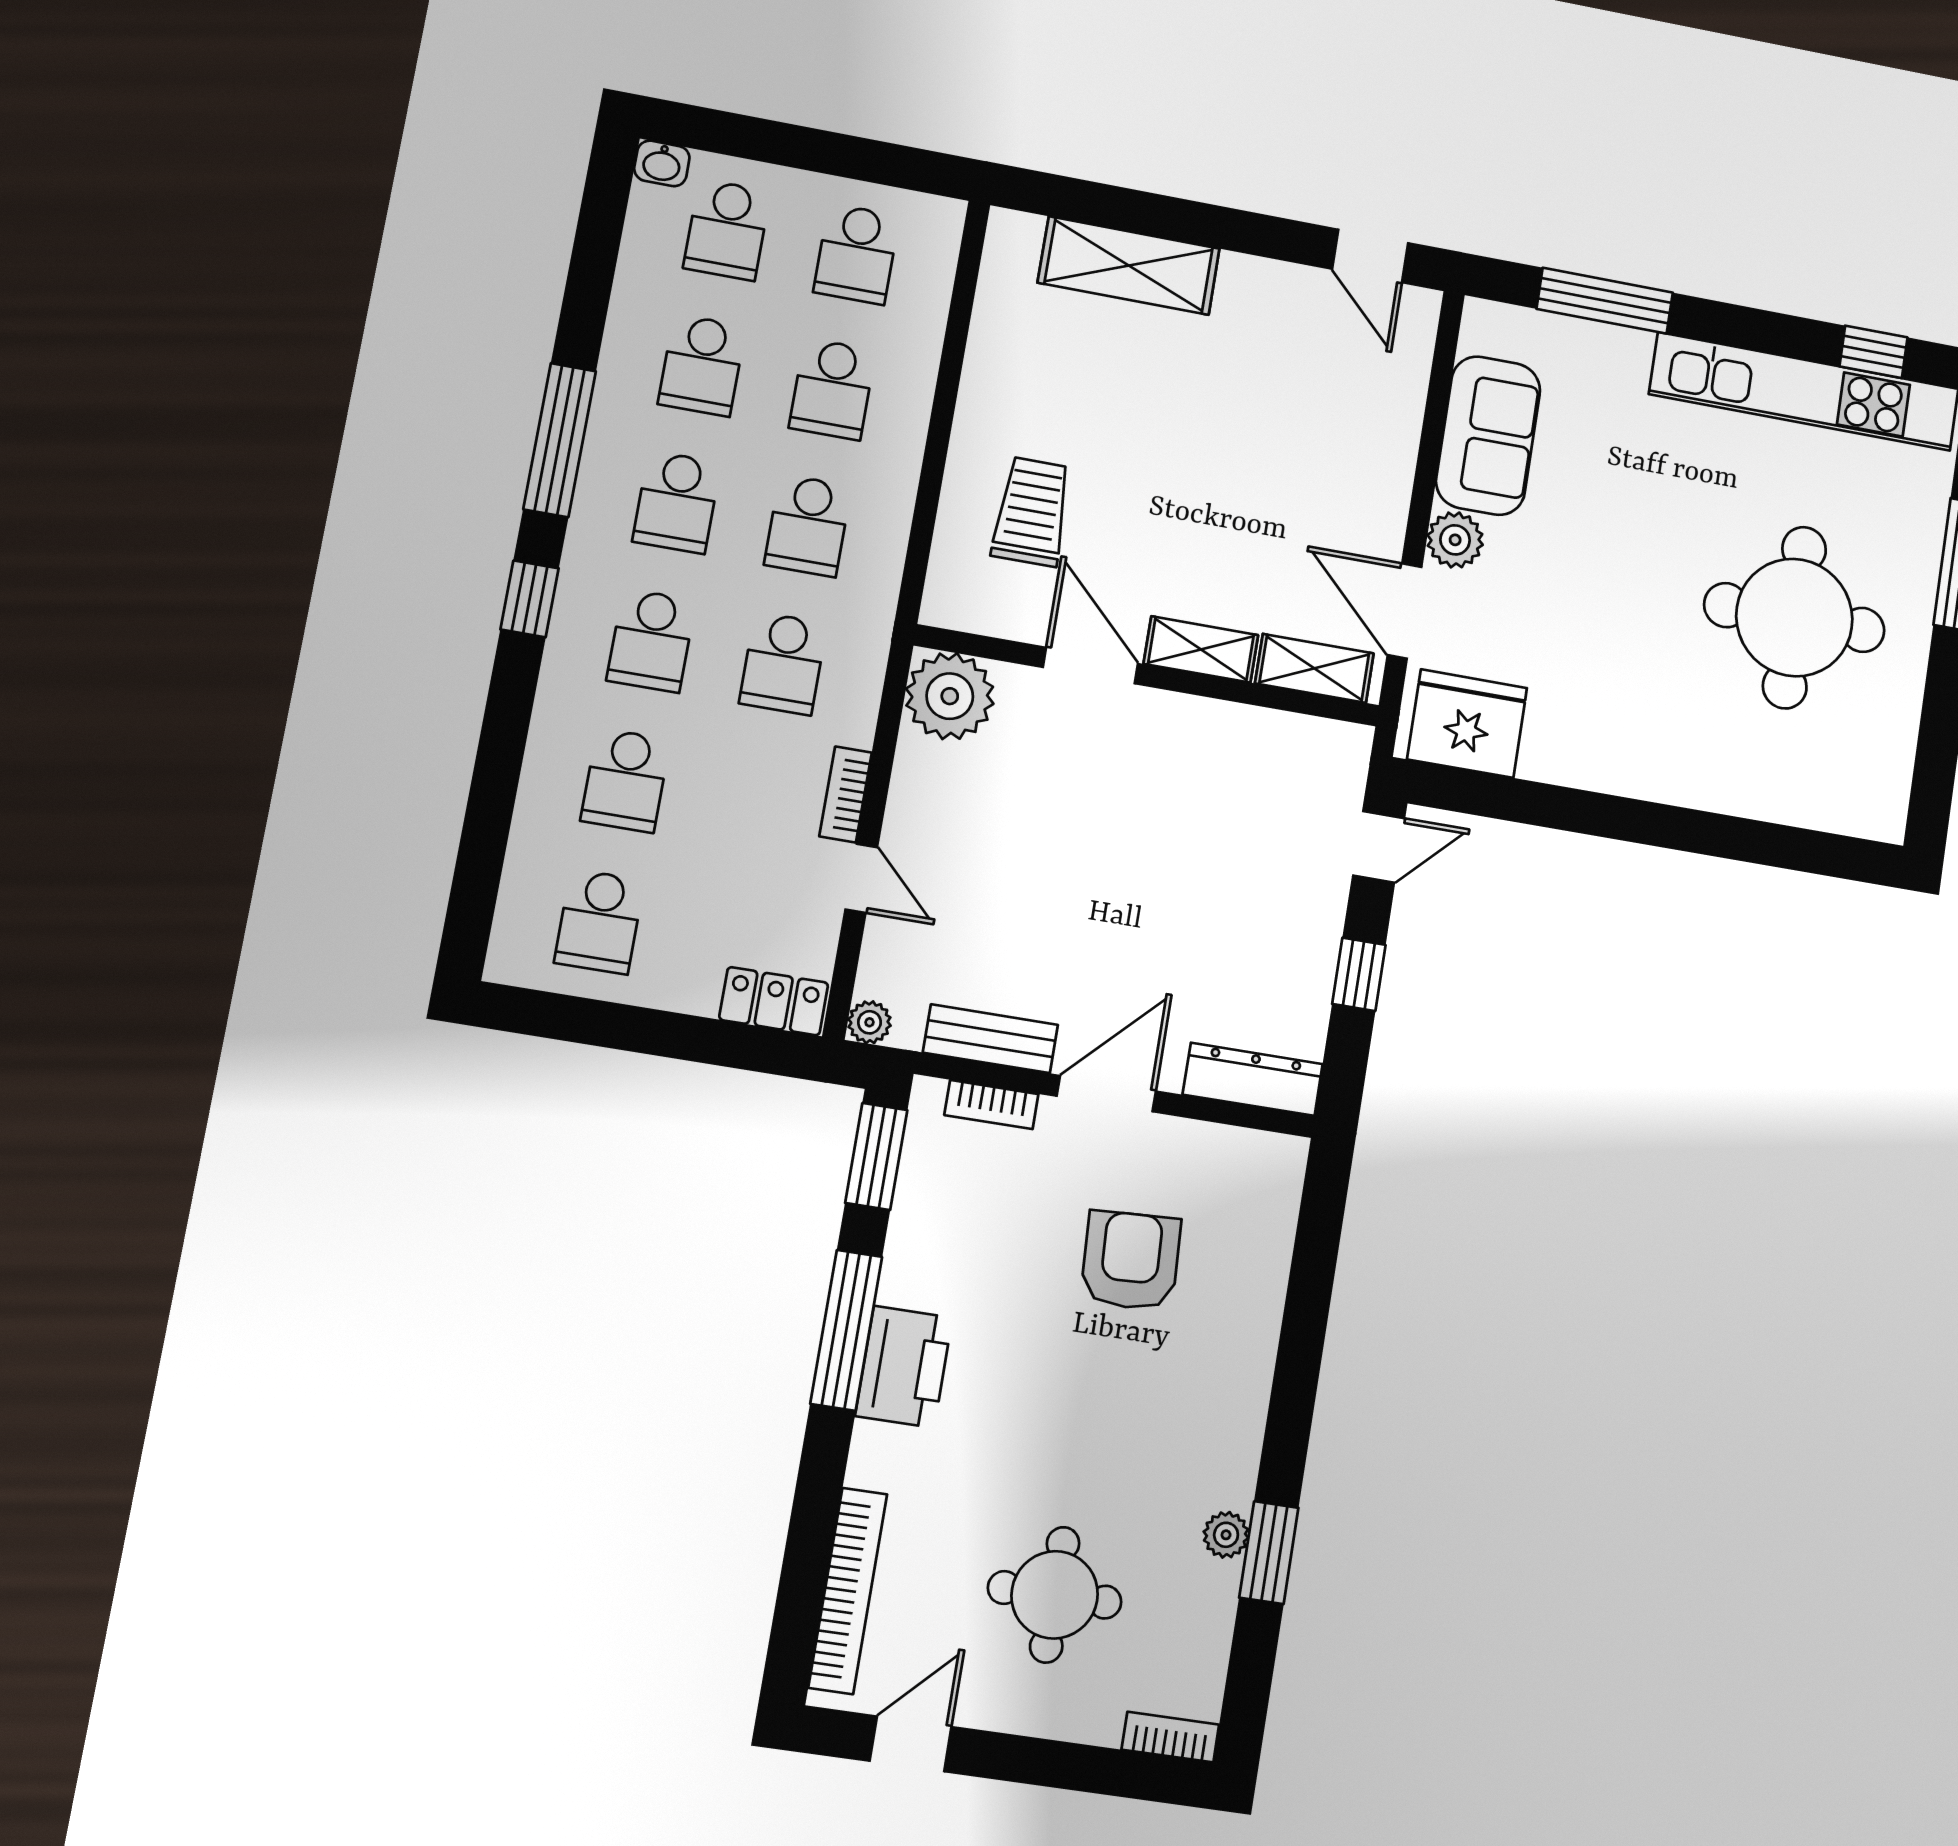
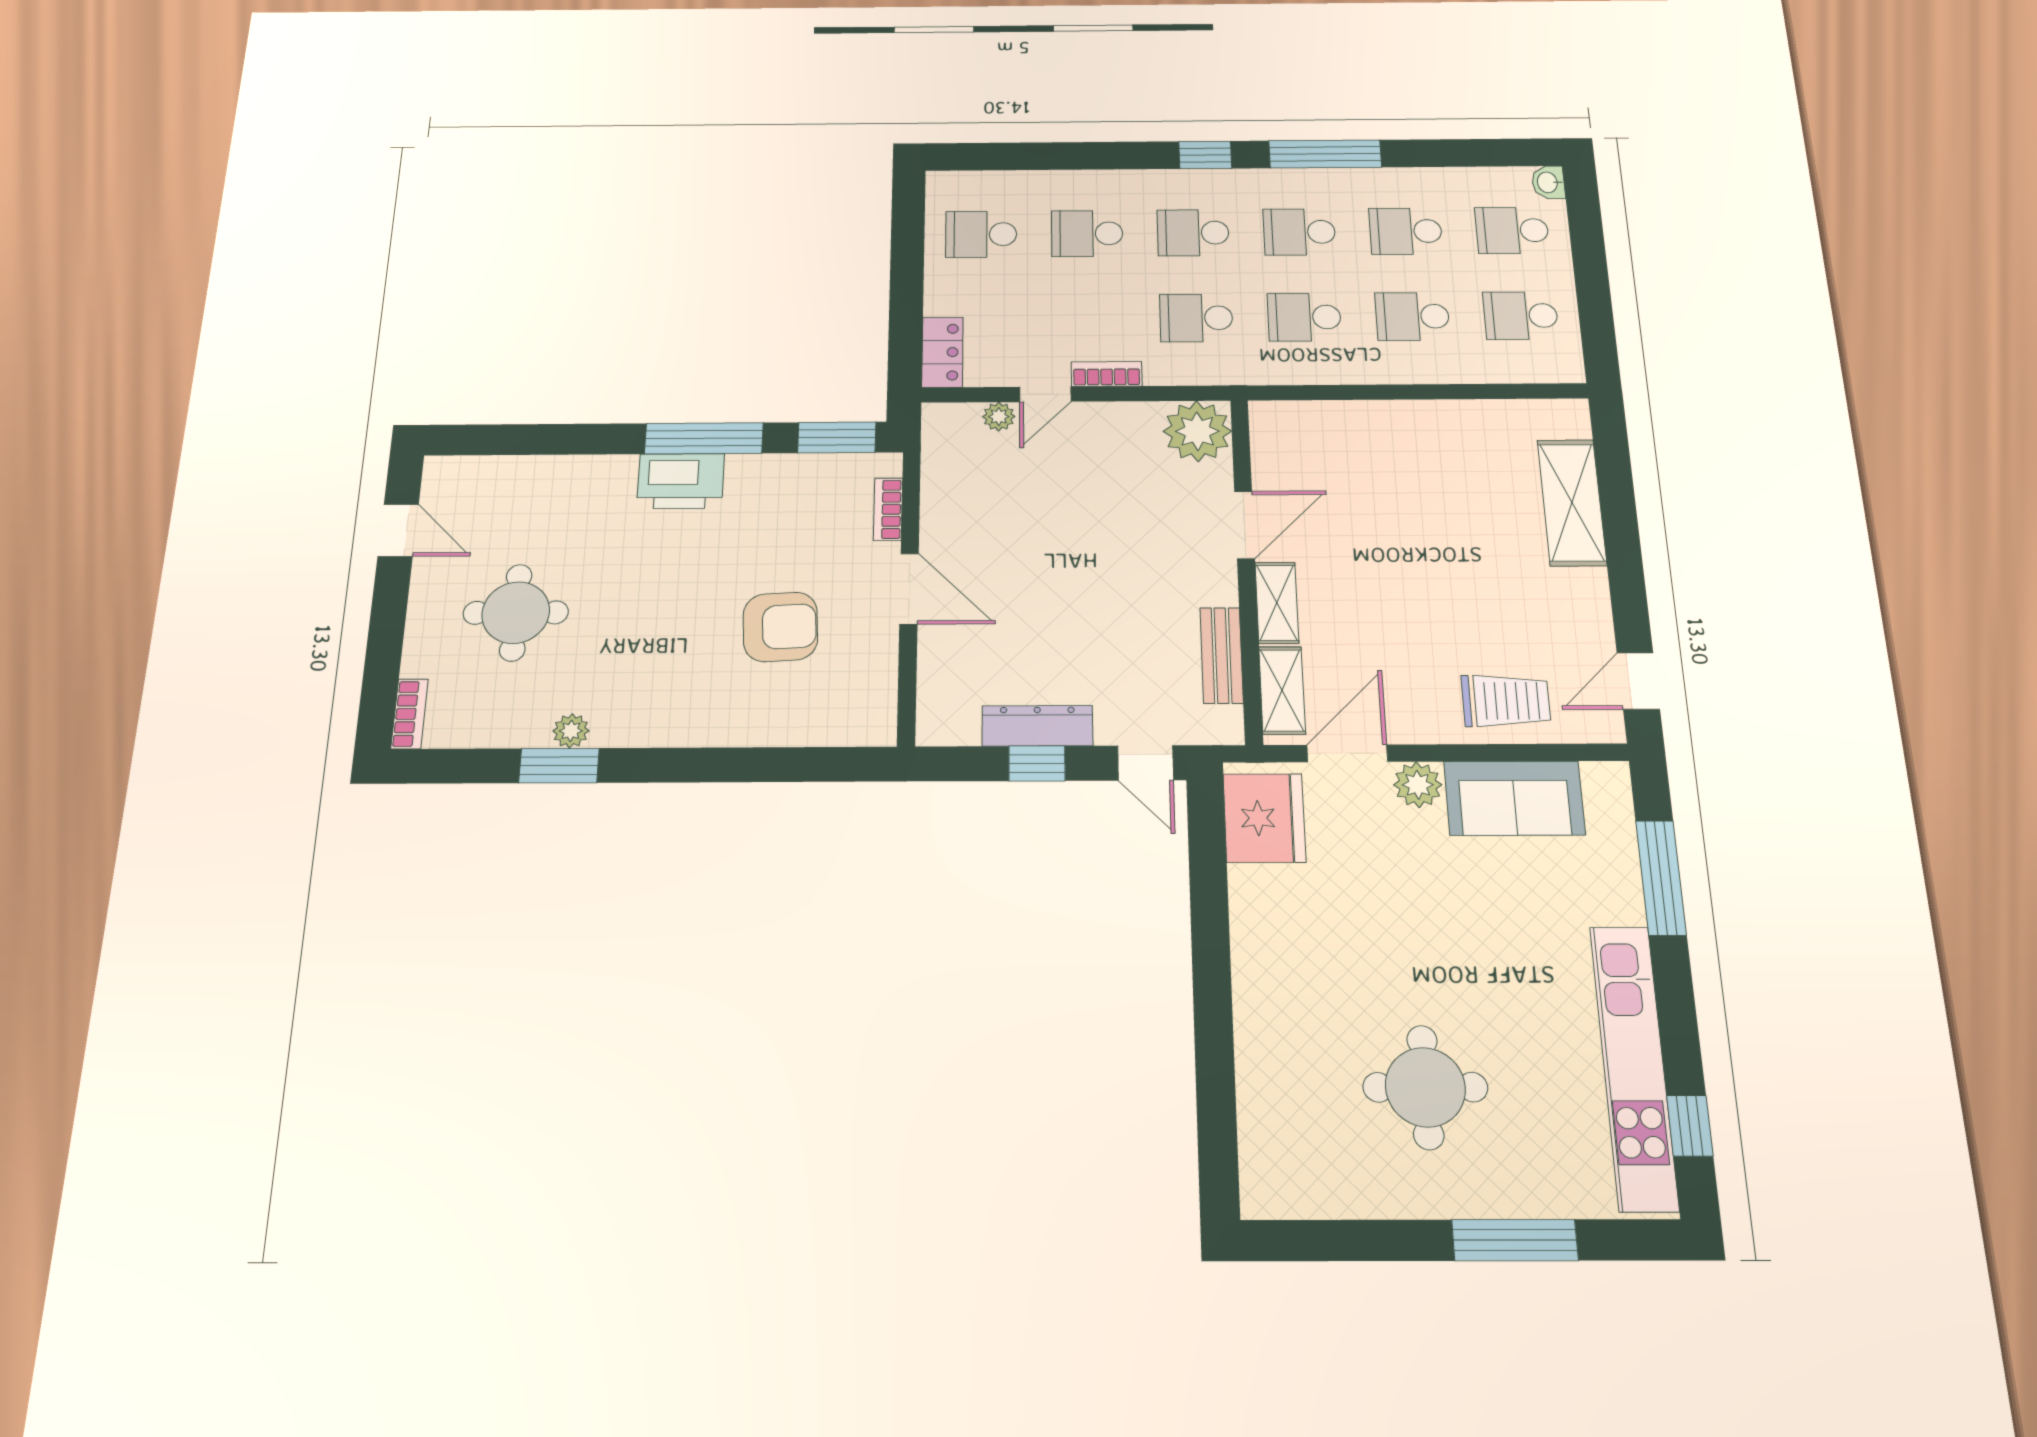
trolley: (1032, 512) -> (1506, 701), moved
round table: (1794, 618) -> (1425, 1087), width x0.73, depth x0.73
plant: (869, 1022) -> (999, 417), moved
bench: (991, 1039) -> (1222, 655), moved
dresser: (1253, 1079) -> (1037, 726), moved, turned -90
bookcase: (848, 1591) -> (510, 470), removed

